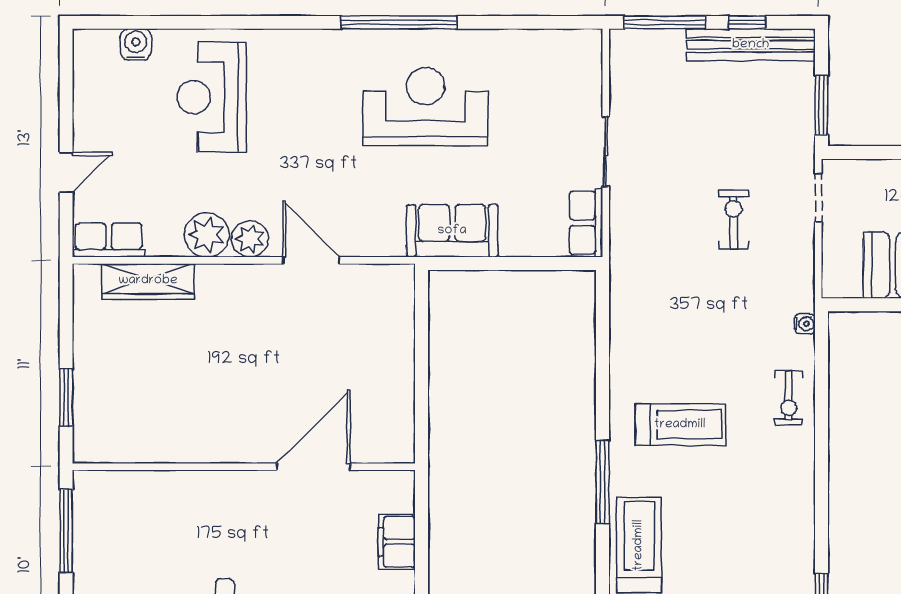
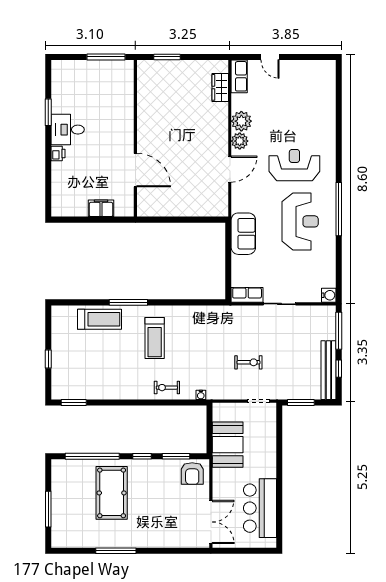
water cooler: (136, 44) -> (329, 295), moved
reception desk: (212, 97) -> (294, 165), moved
wardrobe: (148, 281) -> (220, 87), width x0.67

